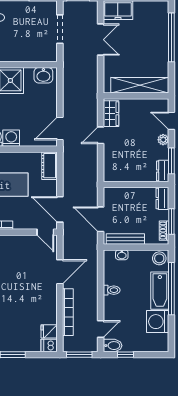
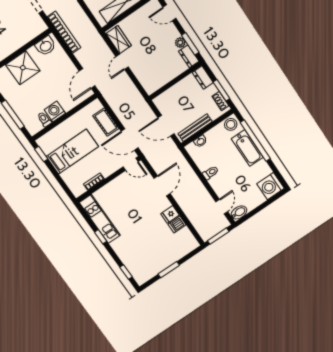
plant: (163, 140) -> (180, 43), moved
cot: (50, 166) -> (106, 122), moved
bookcase: (68, 312) -> (64, 32), moved
washing machine: (158, 322) -> (271, 186), moved
fridge: (49, 331) -> (170, 214), moved
dishwasher: (49, 345) -> (177, 225), moved
window: (125, 355) -> (253, 213), removed

